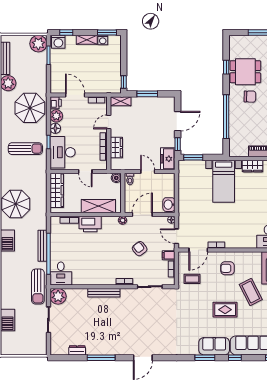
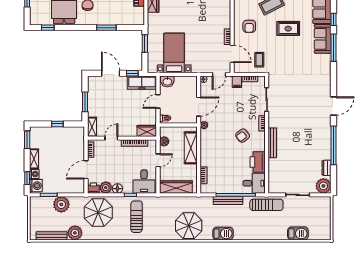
washing machine: (103, 40) -> (34, 174), moved
plant: (38, 44) -> (61, 204), moved
window: (226, 67) -> (48, 28), moved
window: (124, 82) -> (57, 124), moved
window: (226, 117) -> (106, 28), width x0.47
door: (109, 122) -> (111, 138), swing flipped
wardrobe: (116, 148) -> (147, 131), moved
desk: (63, 152) -> (144, 182), width x0.73
window: (193, 157) -> (145, 44), moved
freezer: (168, 159) -> (142, 83), width x1.40
boiler: (116, 178) -> (164, 141), moved
bed with nightstands: (224, 181) -> (174, 53), moved, turned -90
washbasin: (169, 205) -> (167, 81), moved
door: (142, 215) -> (199, 107), swing flipped
printer: (90, 224) -> (258, 162), moved, turned 180
armchair: (140, 249) -> (243, 136), moved
plant: (58, 296) -> (323, 186), moved
rug: (225, 310) -> (288, 29), turned 90
window: (101, 358) -> (333, 145), width x1.46
door: (143, 358) -> (333, 106), hinge flipped
window: (205, 358) -> (333, 48), width x1.44

